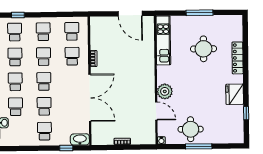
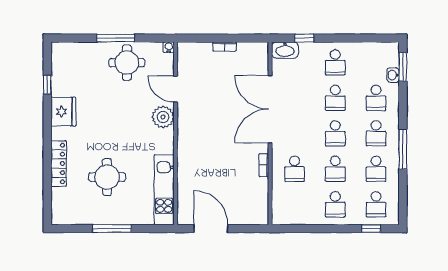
school desk: (72, 31) -> (294, 204), removed

